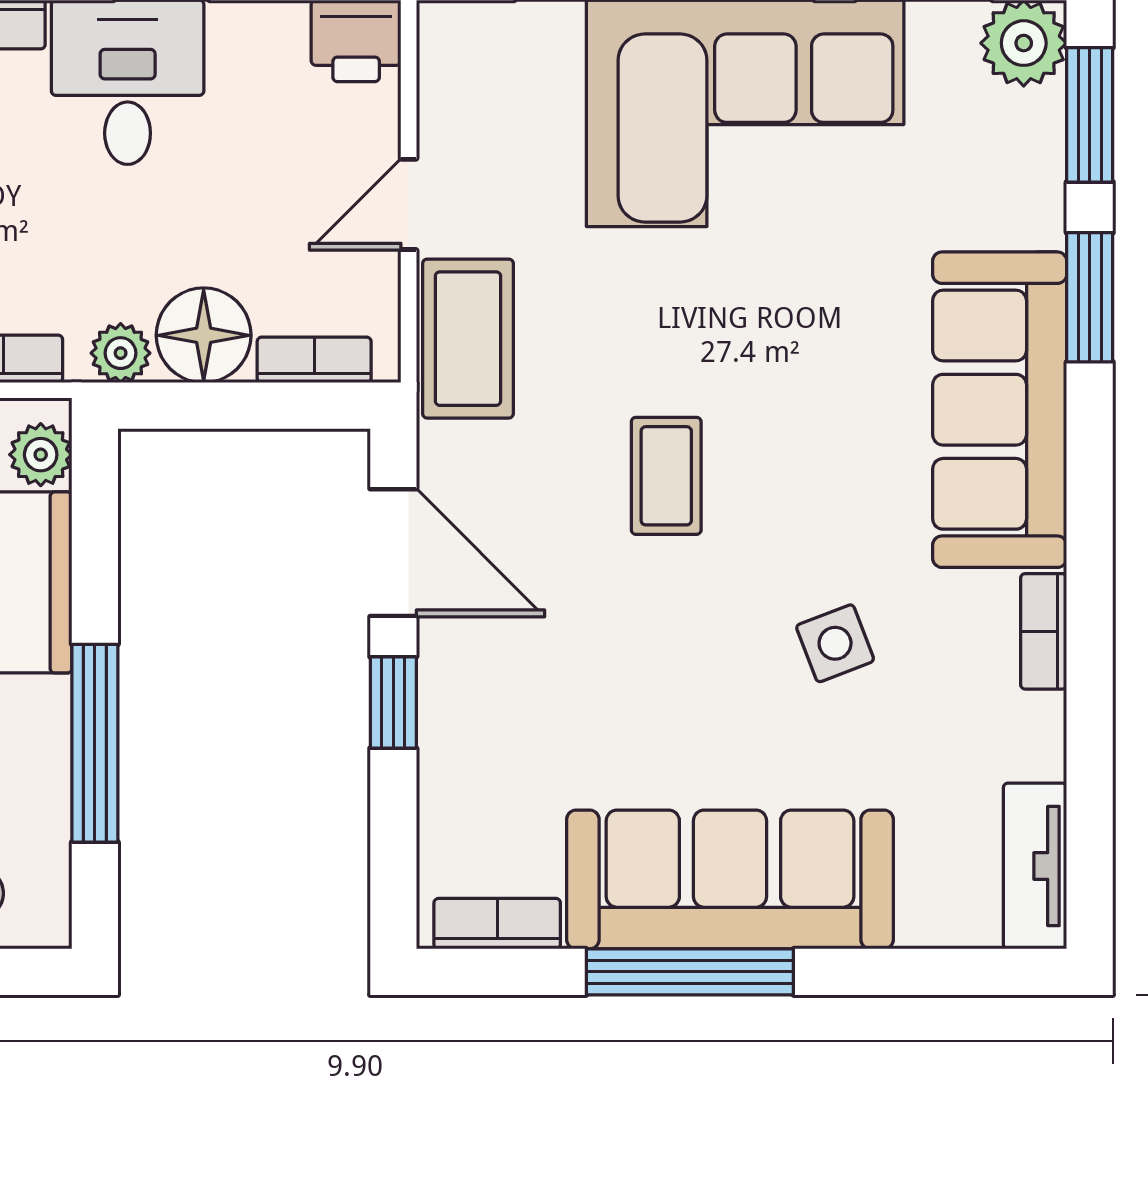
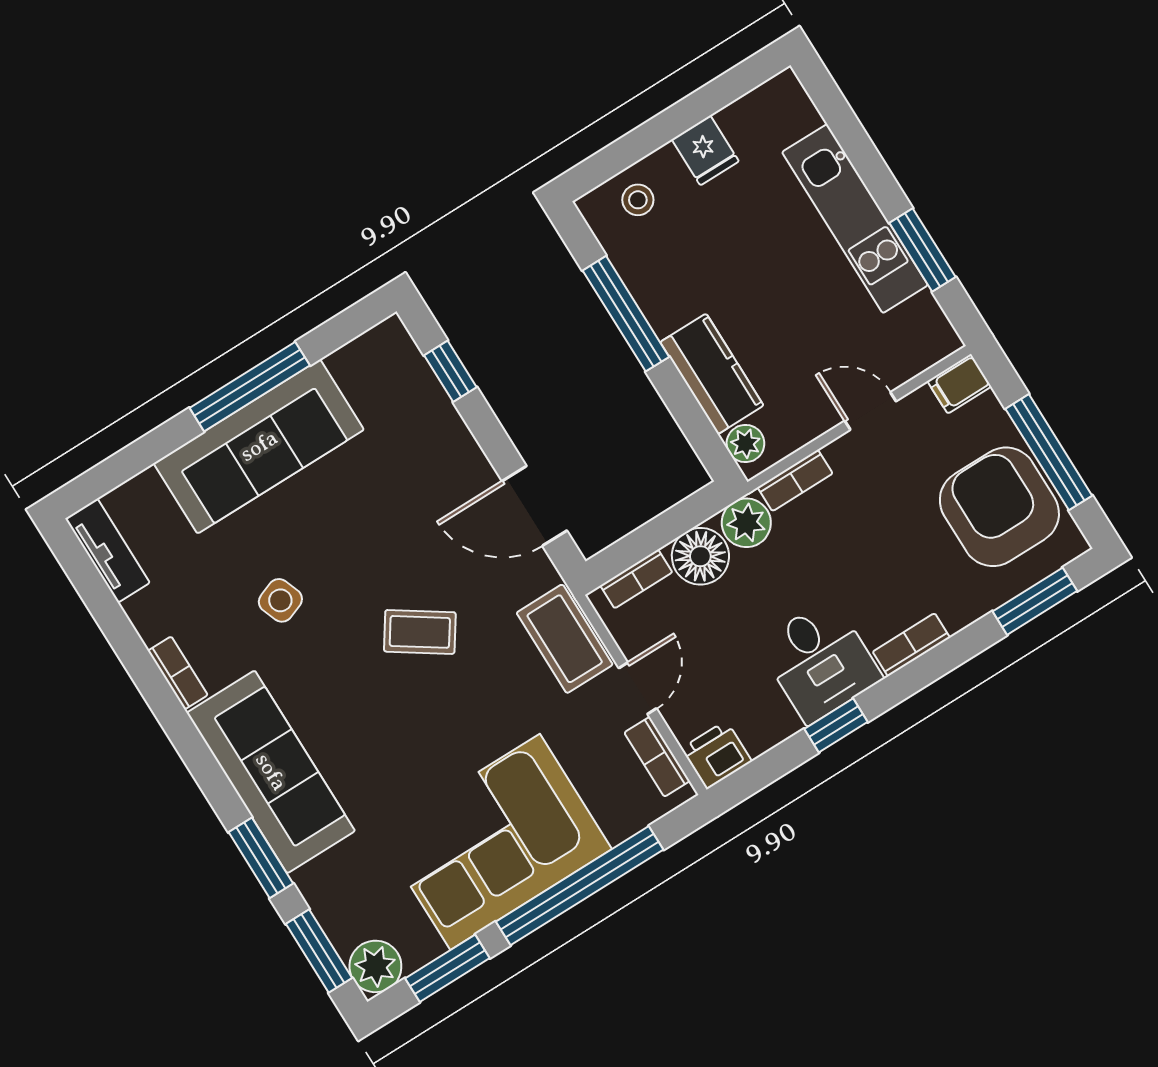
plant: (121, 353) -> (746, 523), width x1.38, depth x1.38
coffee table: (666, 476) -> (420, 632), turned -56
window: (393, 702) -> (450, 371), moved
bookcase: (497, 924) -> (657, 757), moved, turned 90

